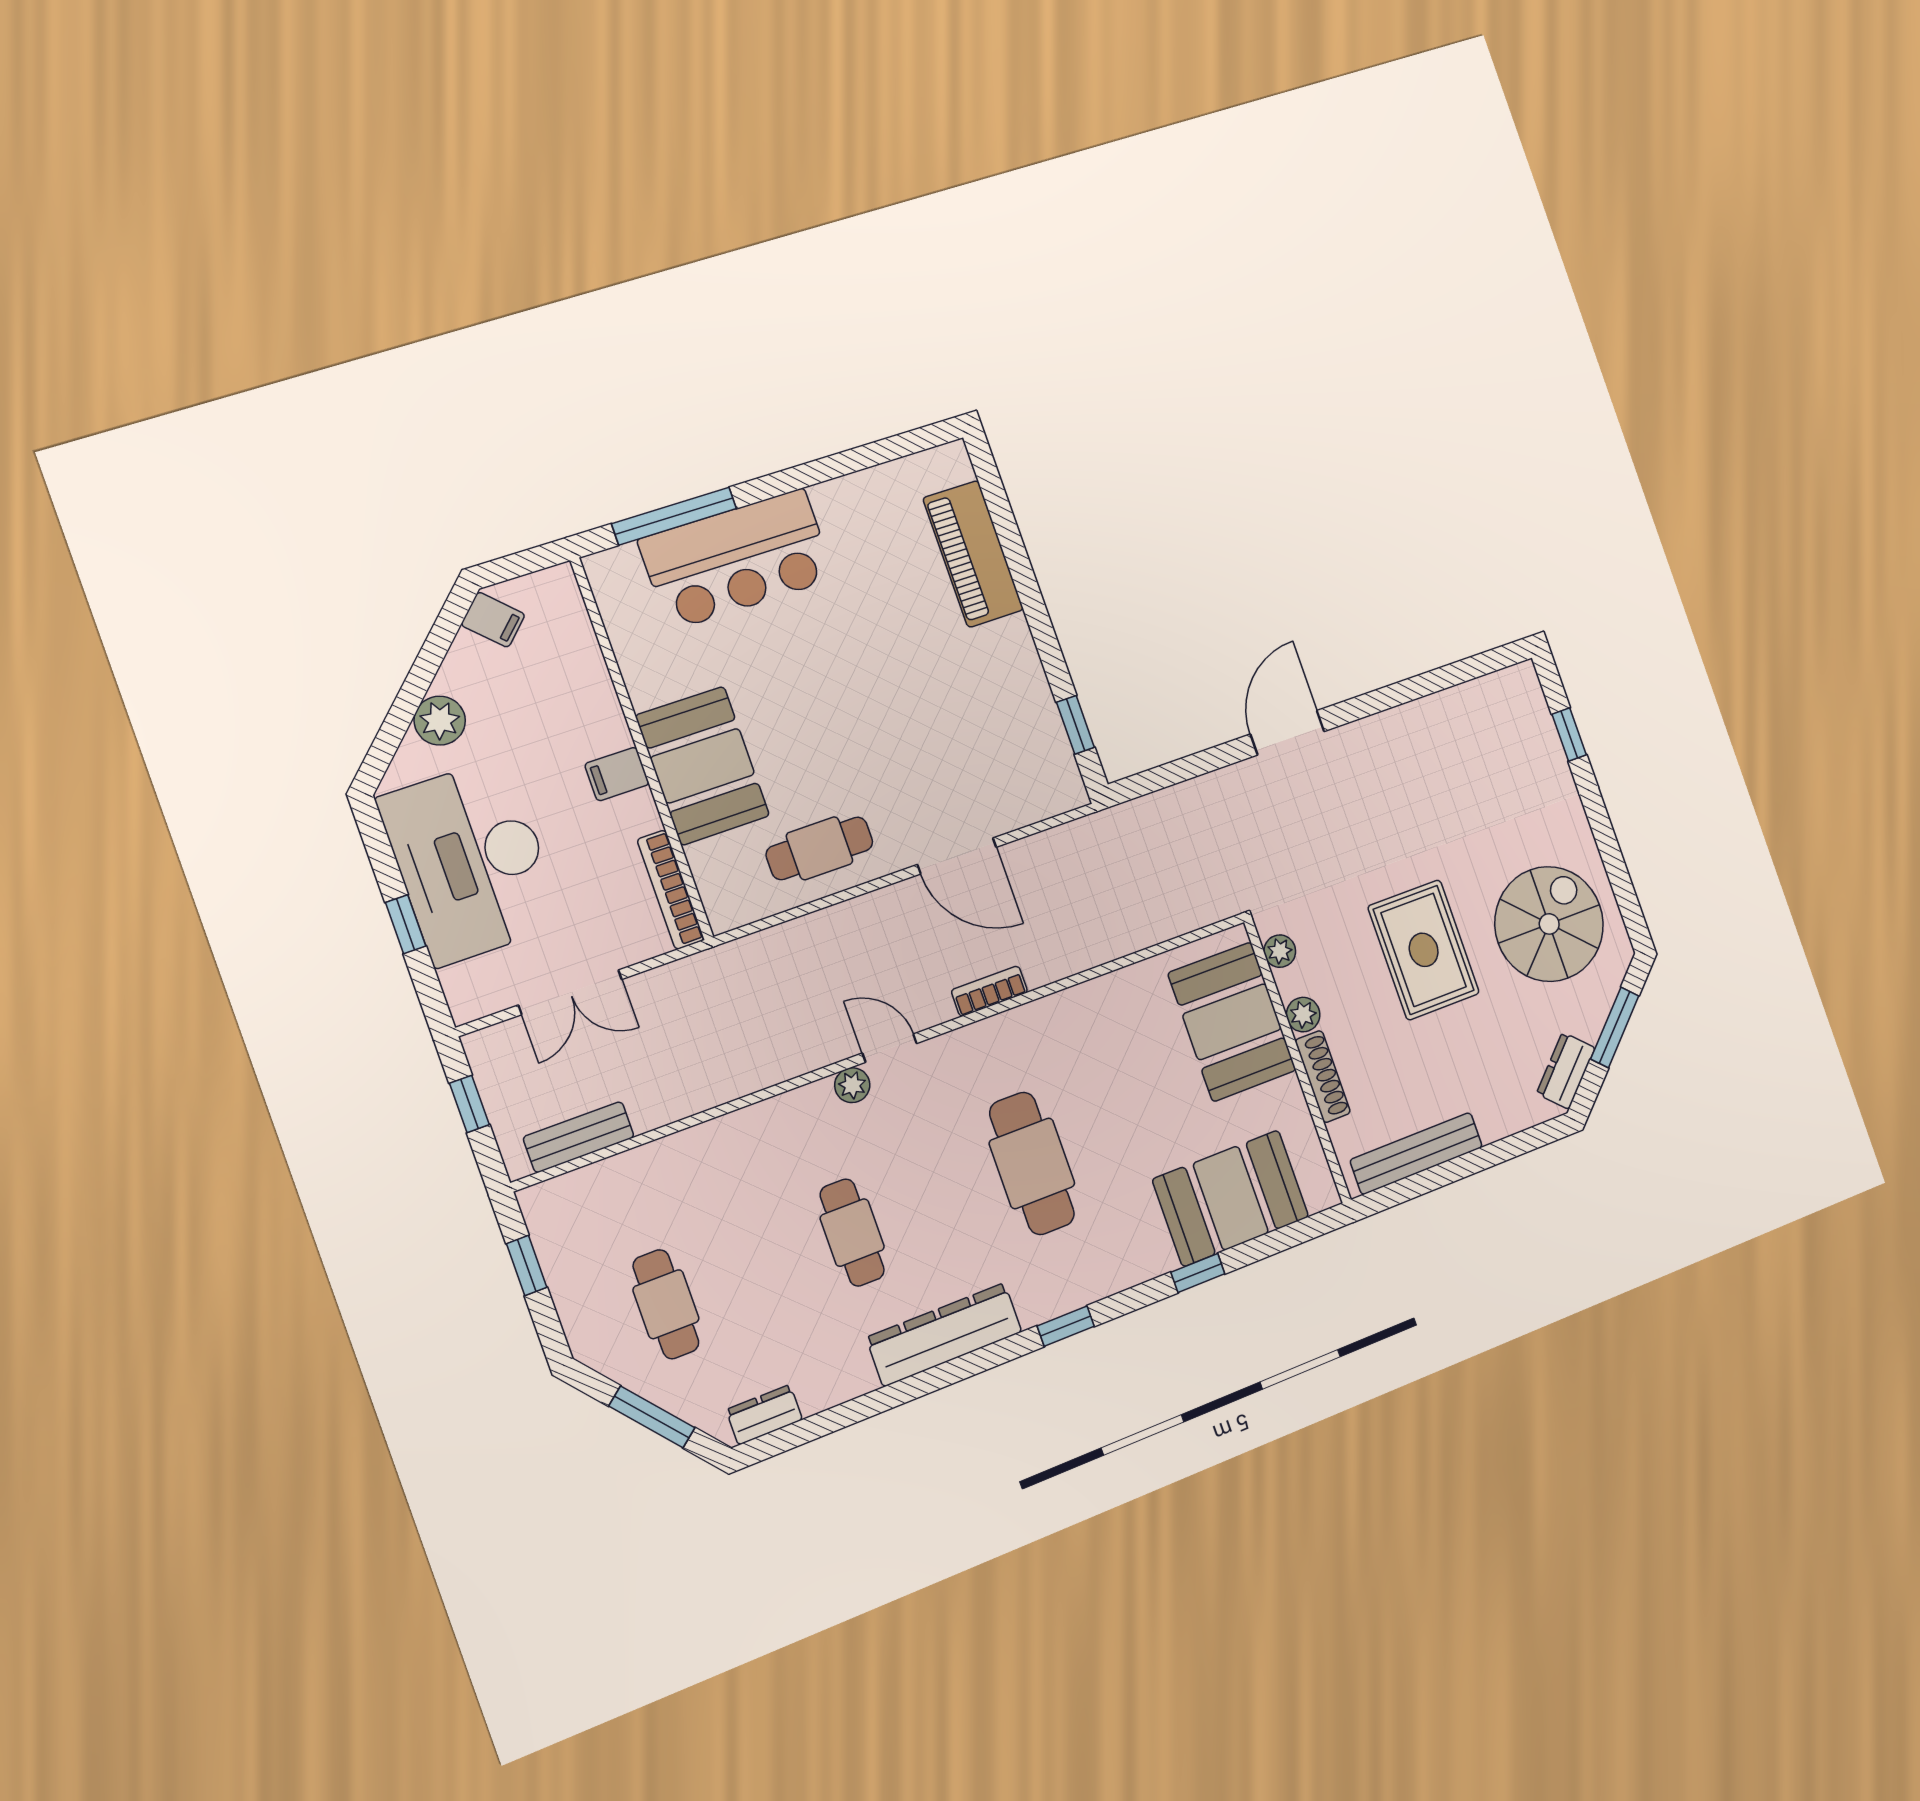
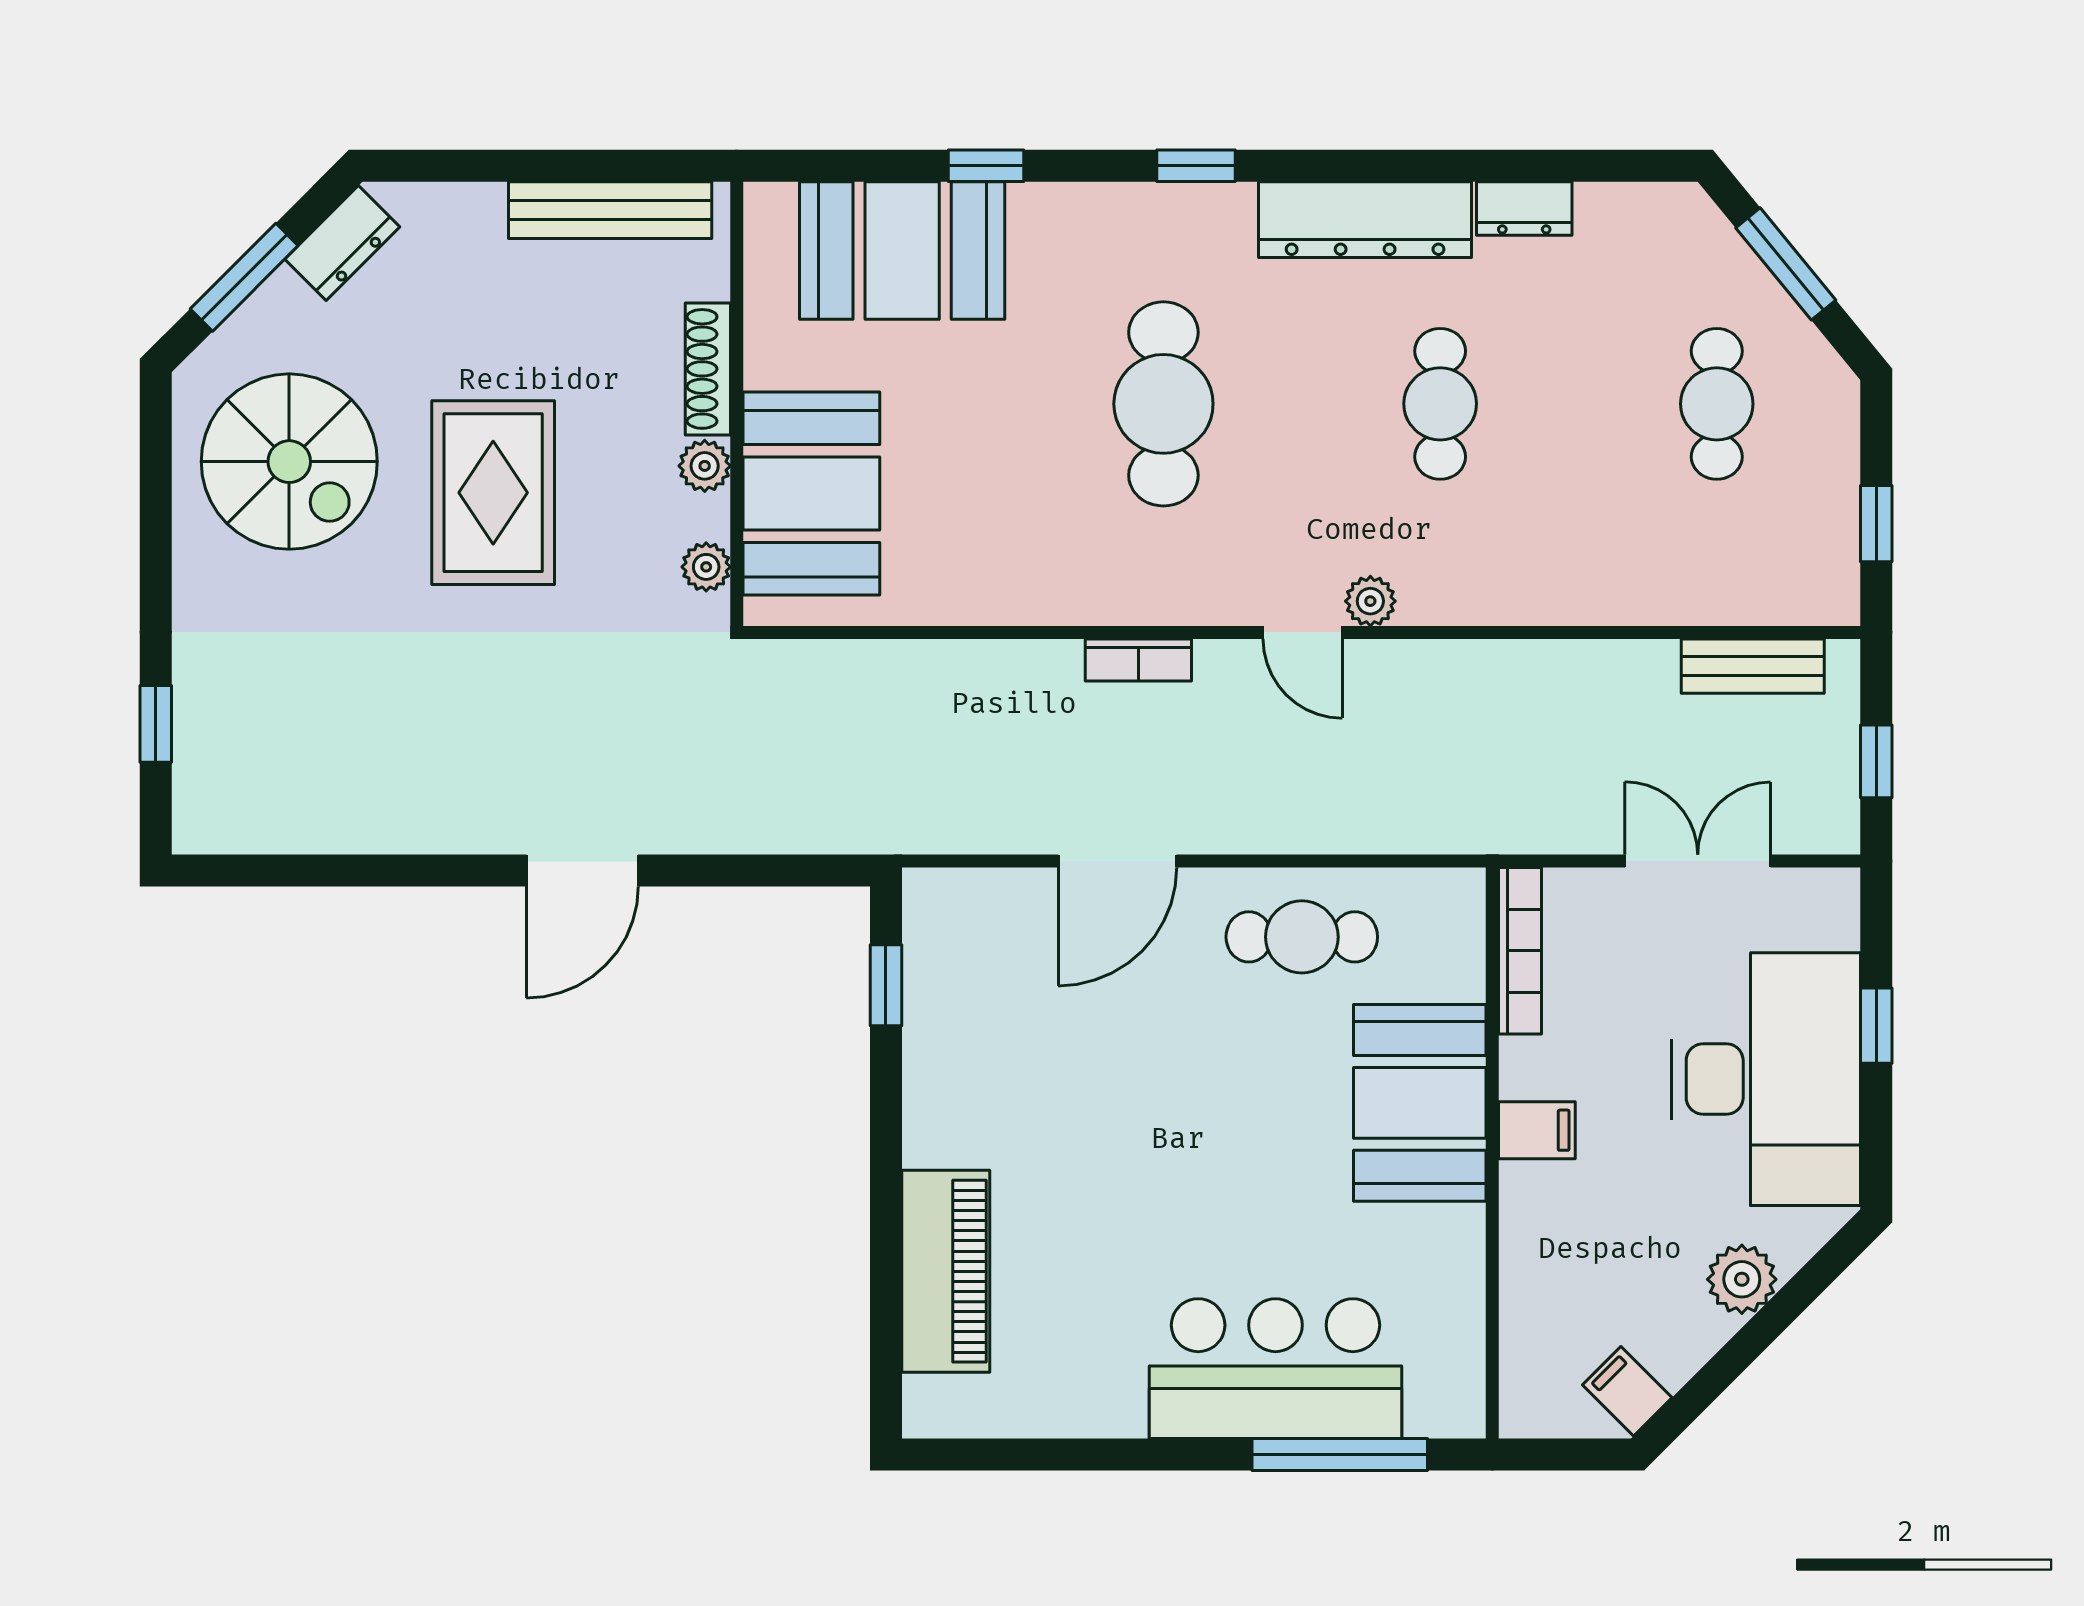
door: (957, 856) -> (1117, 861), swing flipped
spiral stairs: (1549, 924) -> (289, 462), turned -90
dresser: (764, 1415) -> (1524, 209), moved

